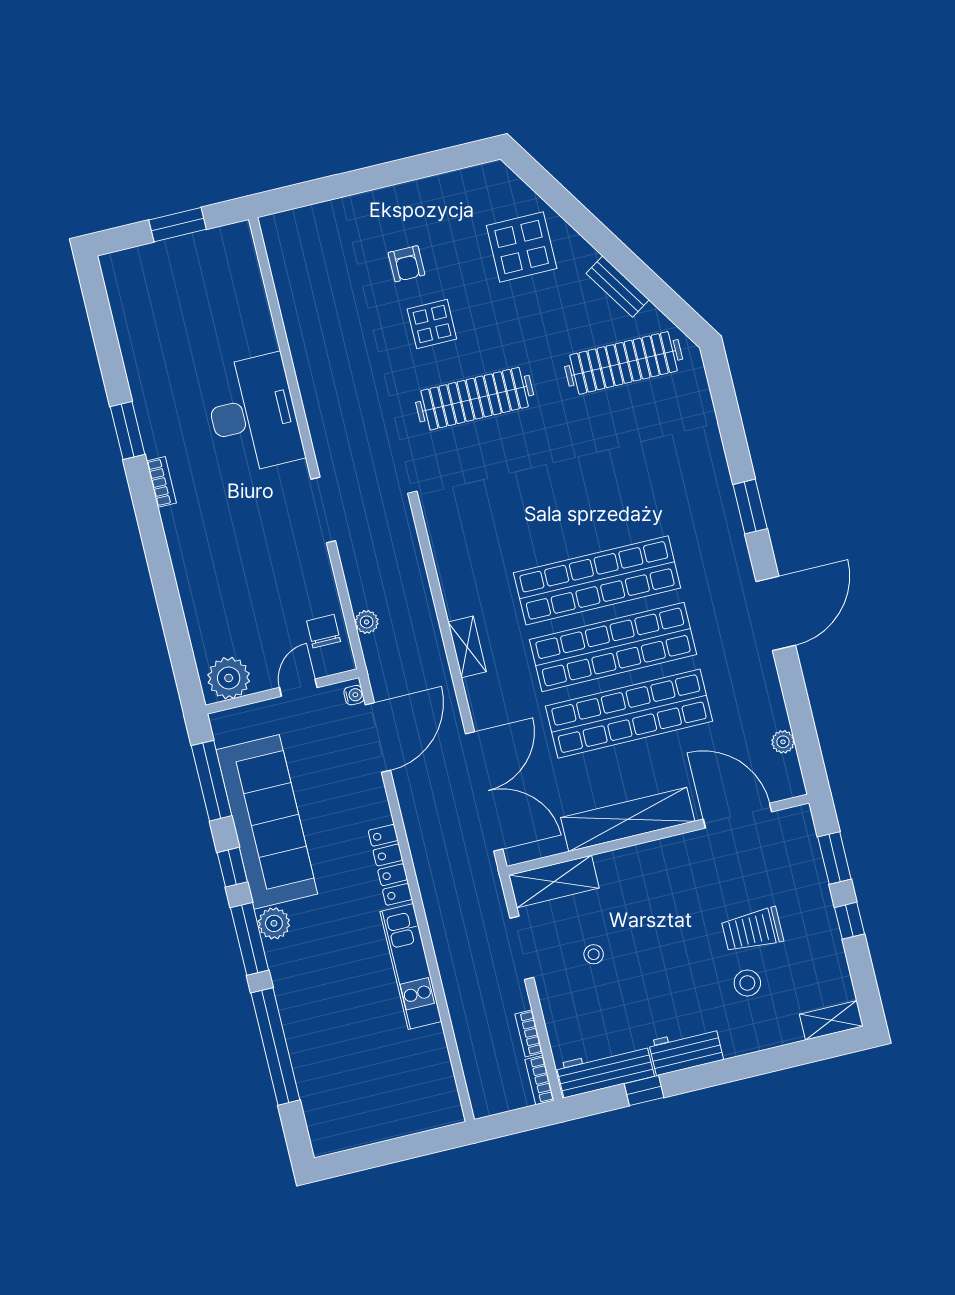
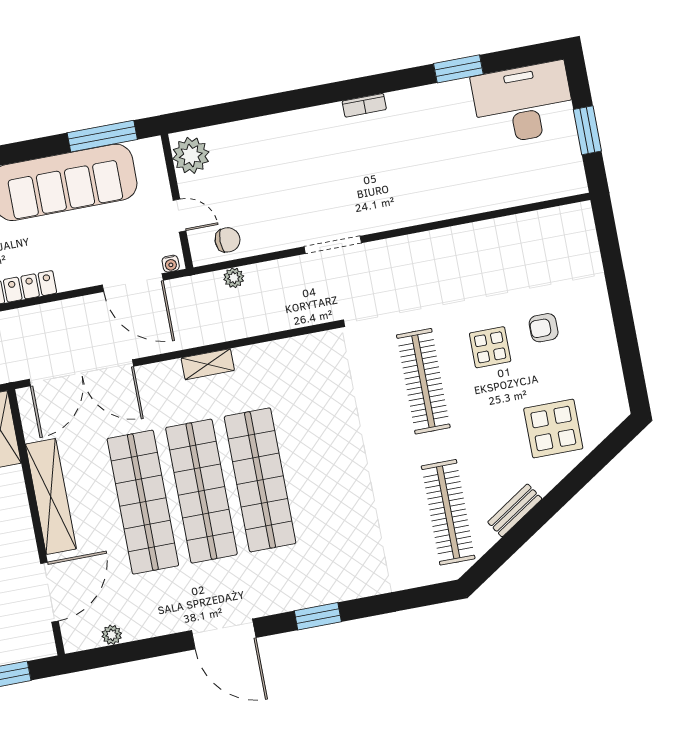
desk: (253, 414) -> (523, 103), moved, turned 180
window: (128, 430) -> (458, 69), moved
window: (232, 867) -> (26, 151), removed

